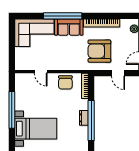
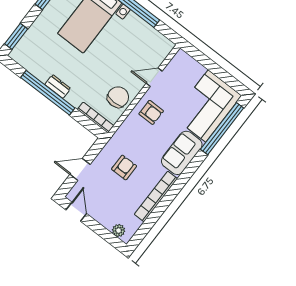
window: (63, 16) -> (222, 129), moved
armchair: (99, 51) -> (124, 168), width x0.53, depth x0.53
armchair: (60, 59) -> (151, 112), added
chair: (65, 82) -> (118, 97), turned 90

